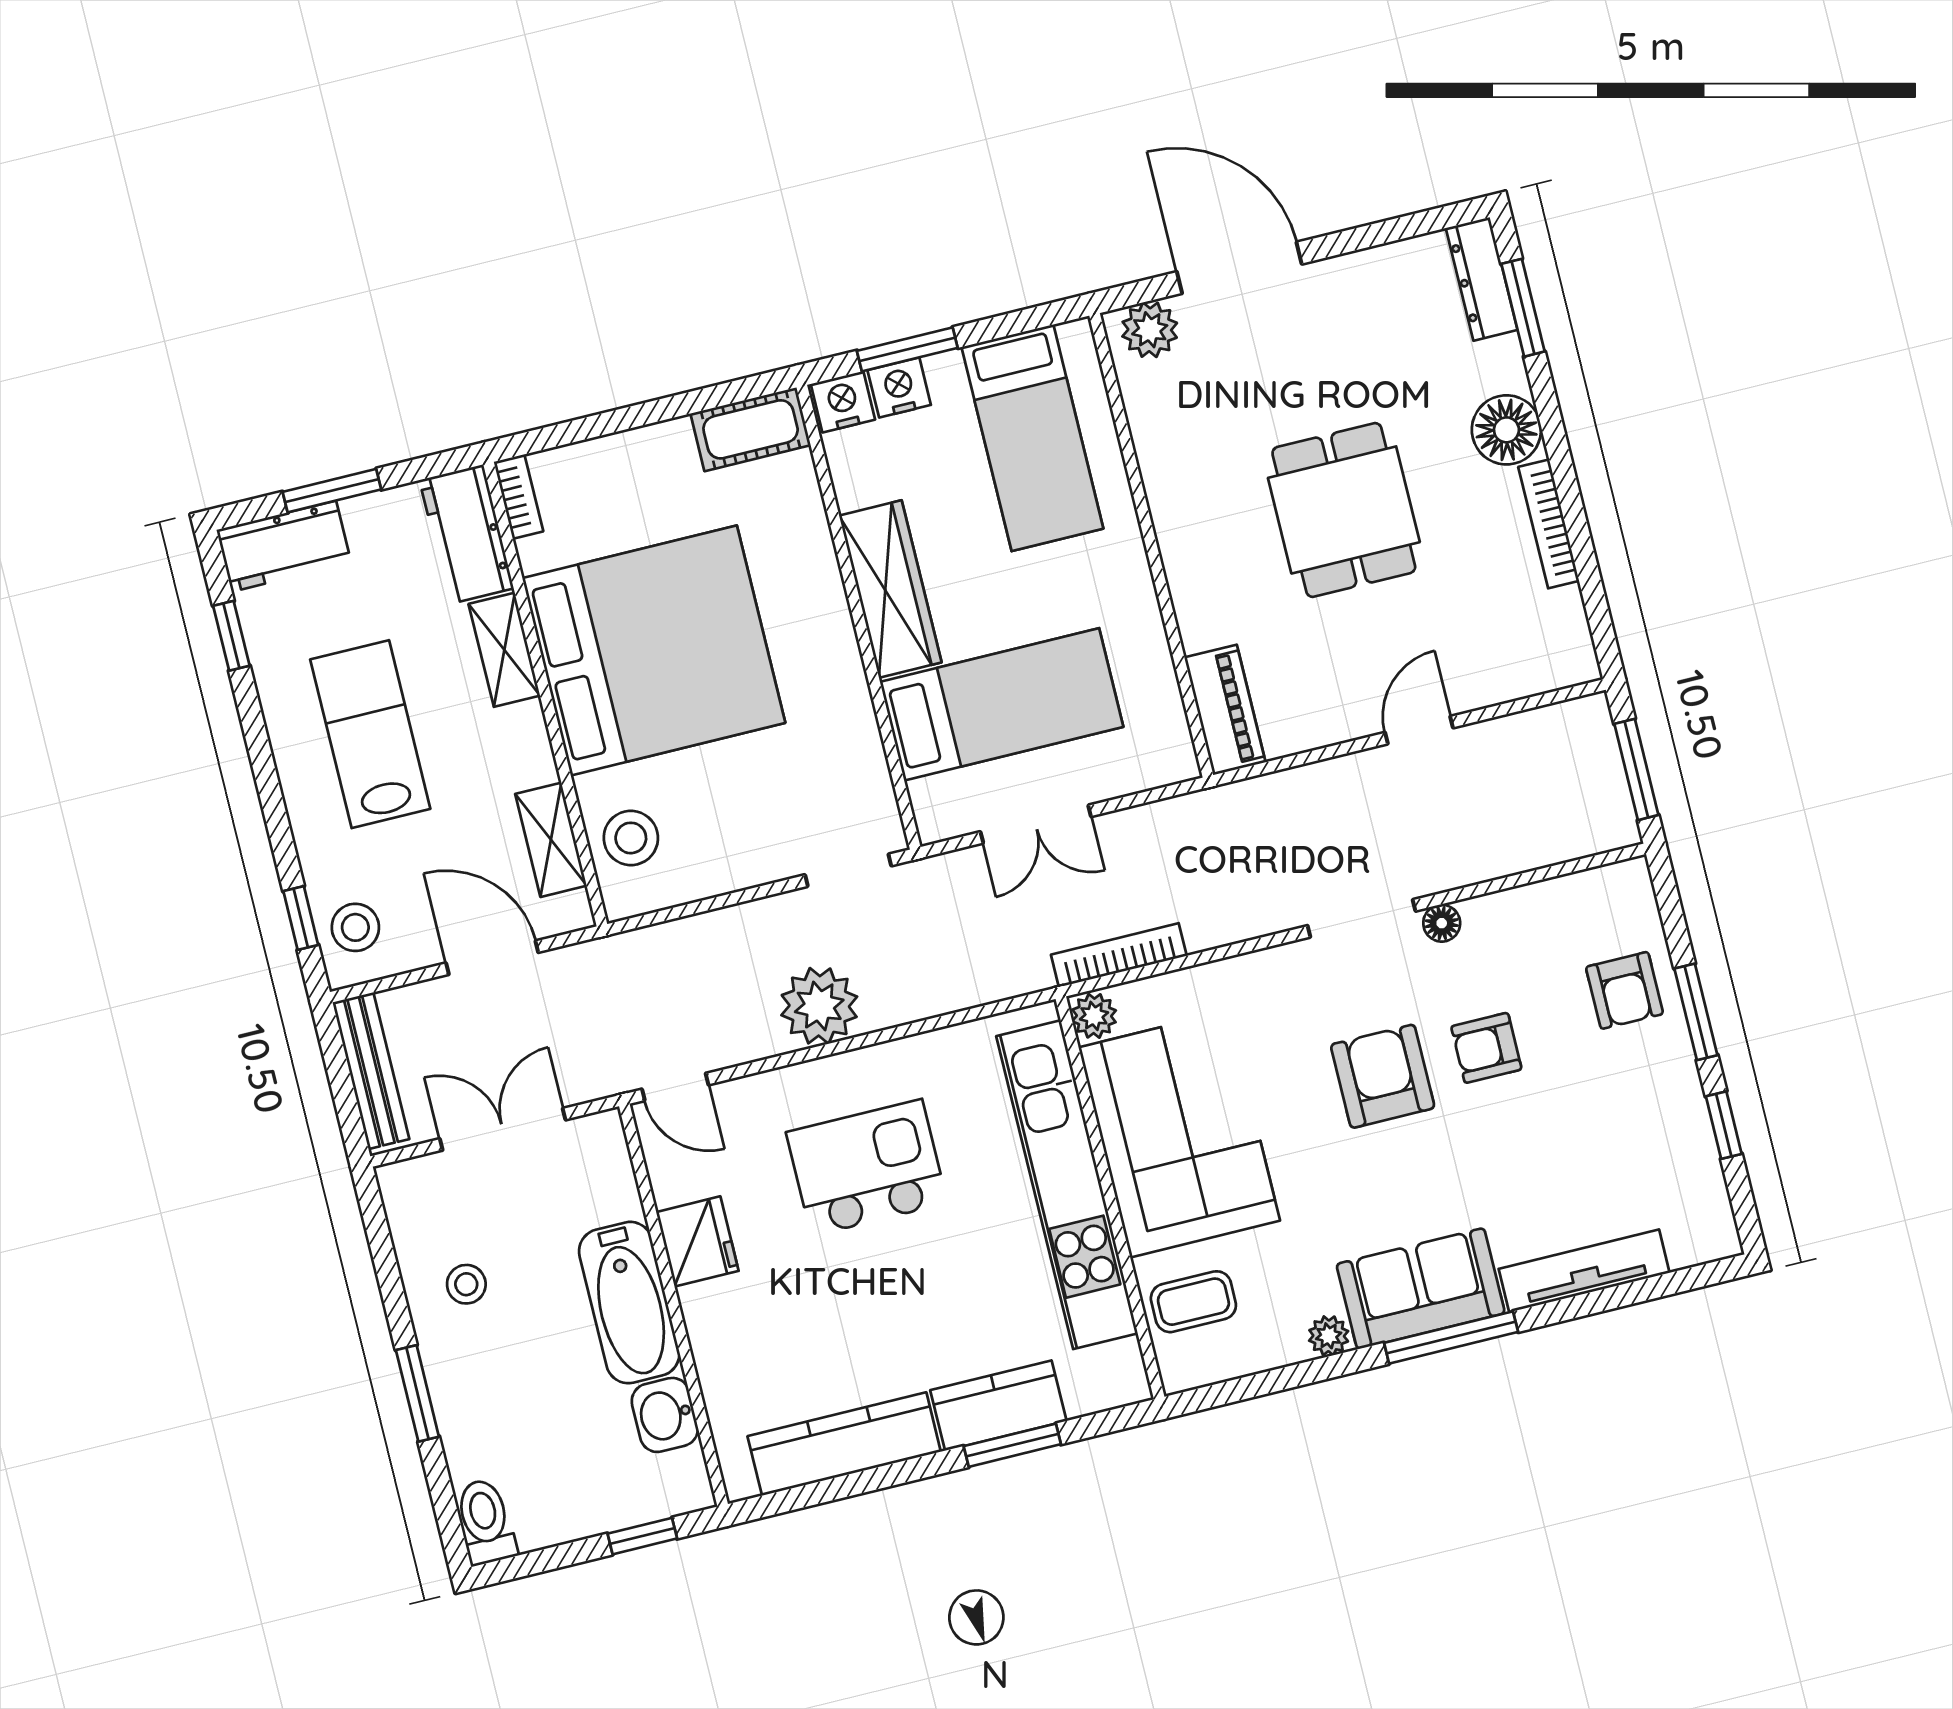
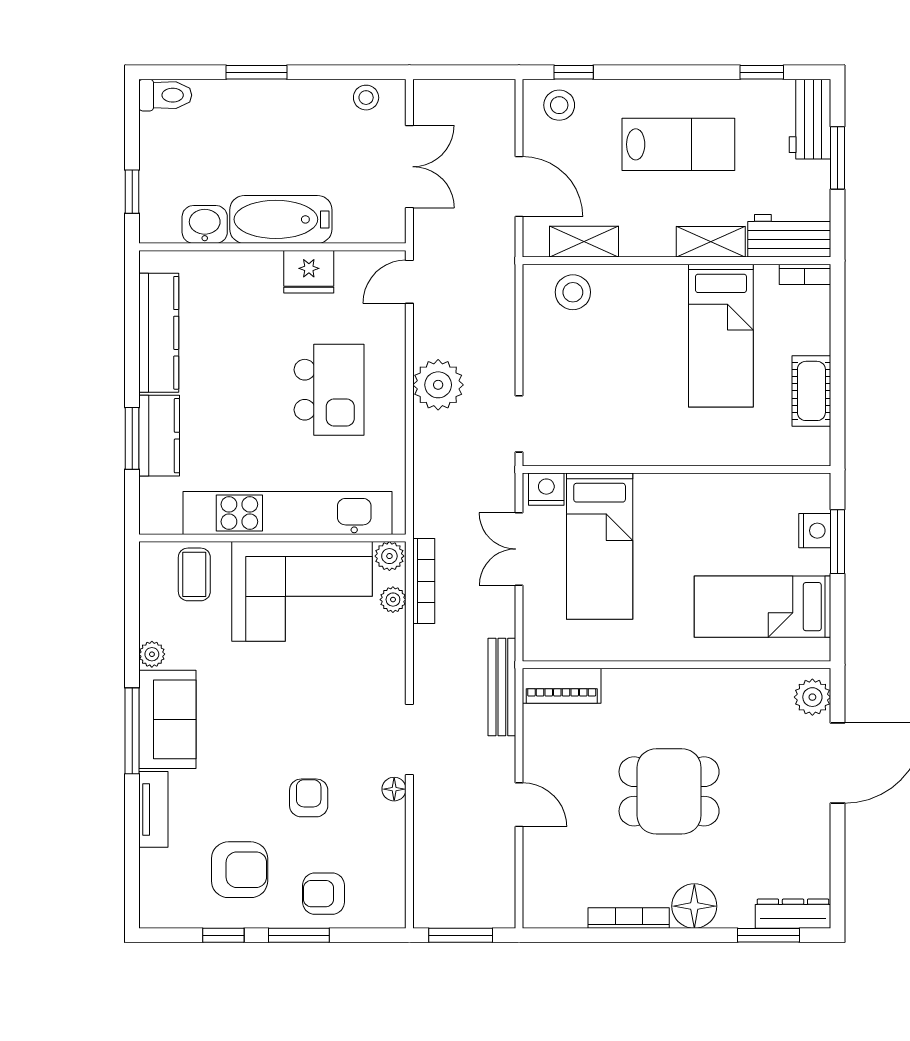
nightstand: (843, 402) -> (546, 489), moved, turned -90
cot: (751, 429) -> (811, 391), moved
wardrobe: (890, 589) -> (689, 494), removed
bed: (654, 650) -> (721, 336), width x0.49
door: (492, 958) -> (519, 187), hinge flipped
plant: (1158, 995) -> (393, 600), added
bench: (371, 1071) -> (502, 687), moved, turned 90
armchair: (1383, 1076) -> (240, 870), moved
tv unit: (1584, 1271) -> (153, 809), width x0.71
stool: (466, 1284) -> (366, 98), moved

